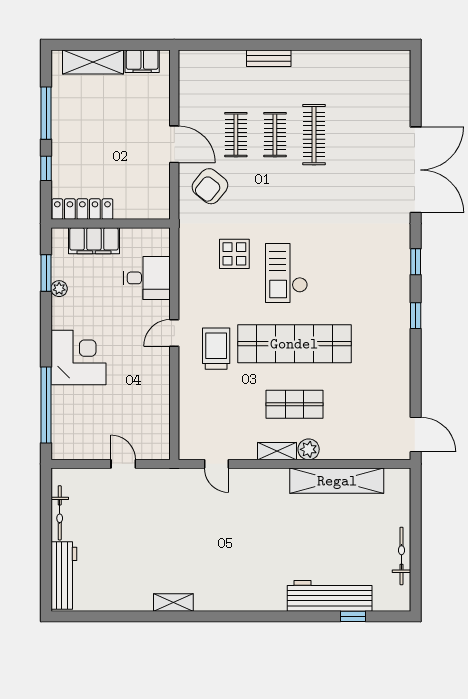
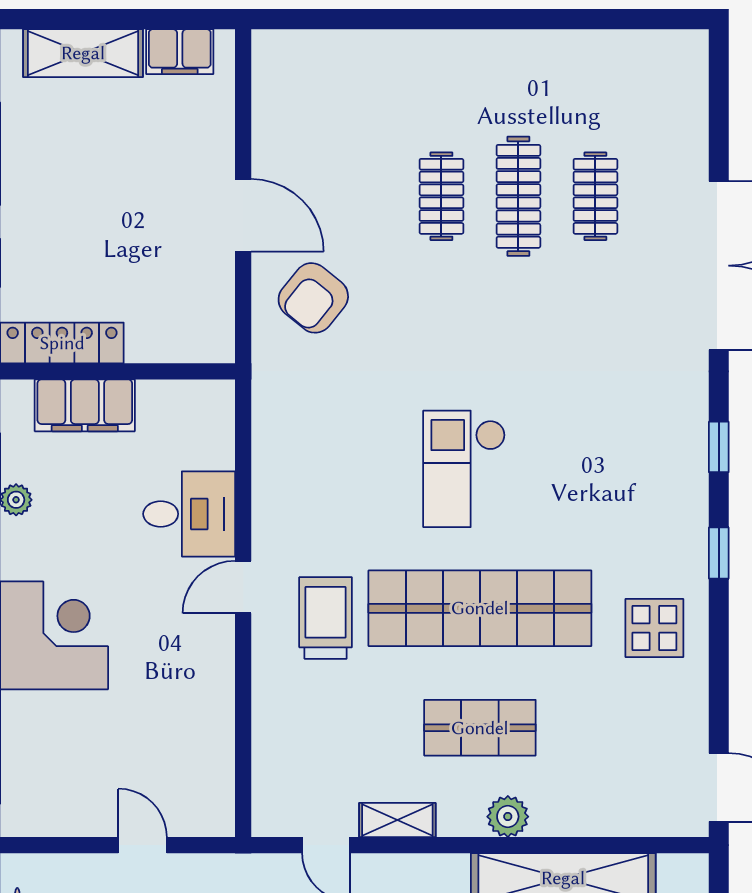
bench: (269, 58) -> (429, 46), removed
clothes rail: (236, 135) -> (595, 196), moved
display table: (234, 254) -> (654, 628), moved
desk: (147, 278) -> (189, 514), moved
shelving: (277, 451) -> (397, 820), moved

